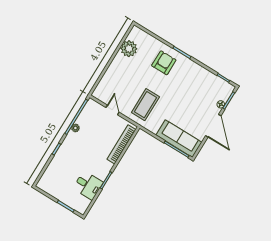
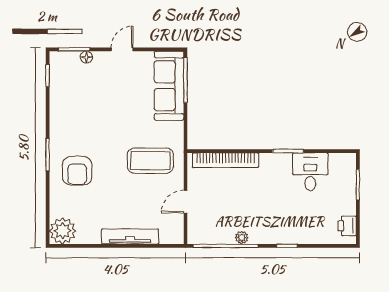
plant: (129, 49) -> (63, 231), moved
armchair: (164, 63) -> (77, 171), turned -90
tv unit: (112, 69) -> (130, 236), added
door: (213, 126) -> (122, 49), width x0.53
printer: (48, 187) -> (347, 226), added

